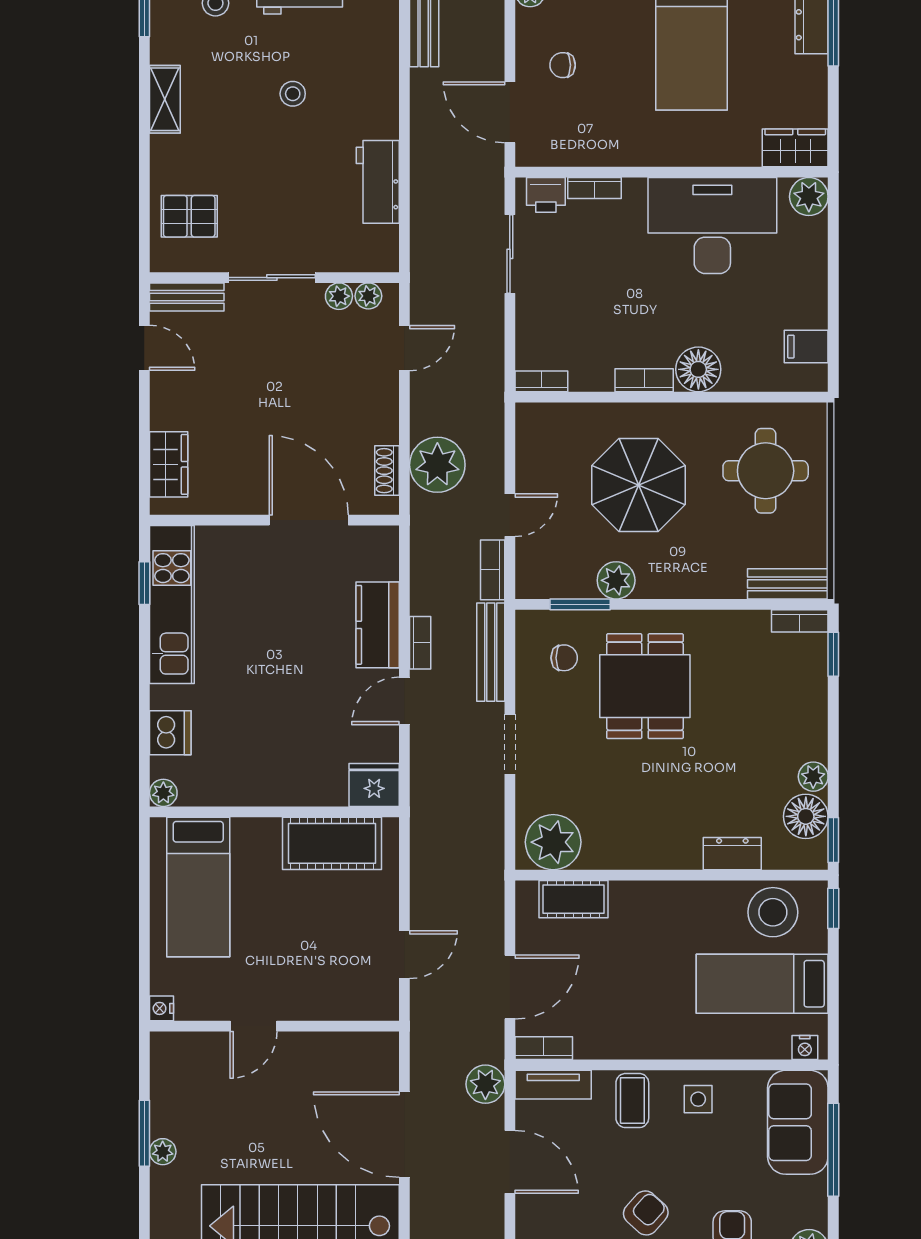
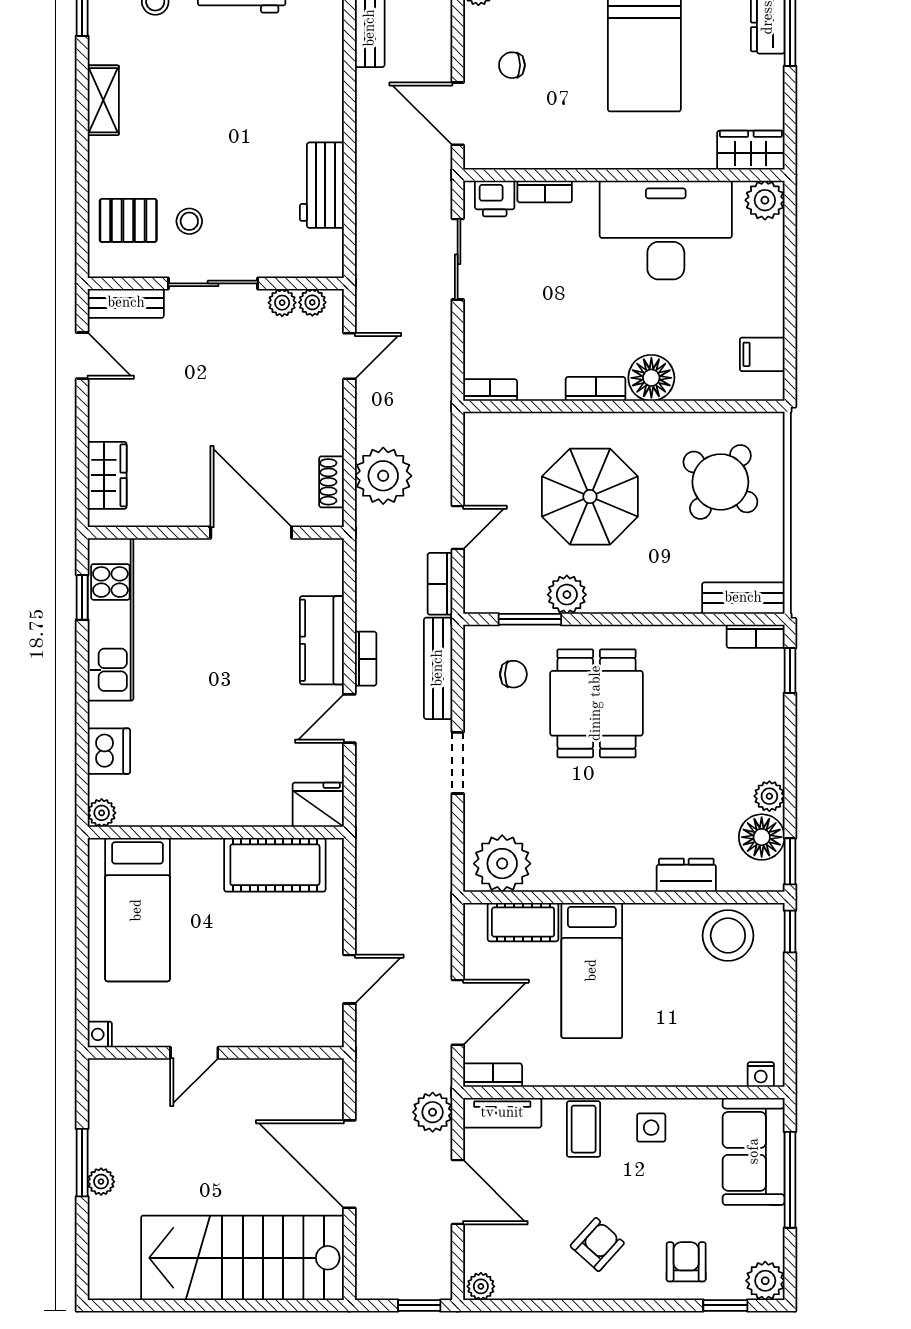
stool: (293, 94) -> (189, 221), moved
round table: (766, 471) -> (720, 482), turned 37
bed: (762, 984) -> (592, 970), moved, turned -90

